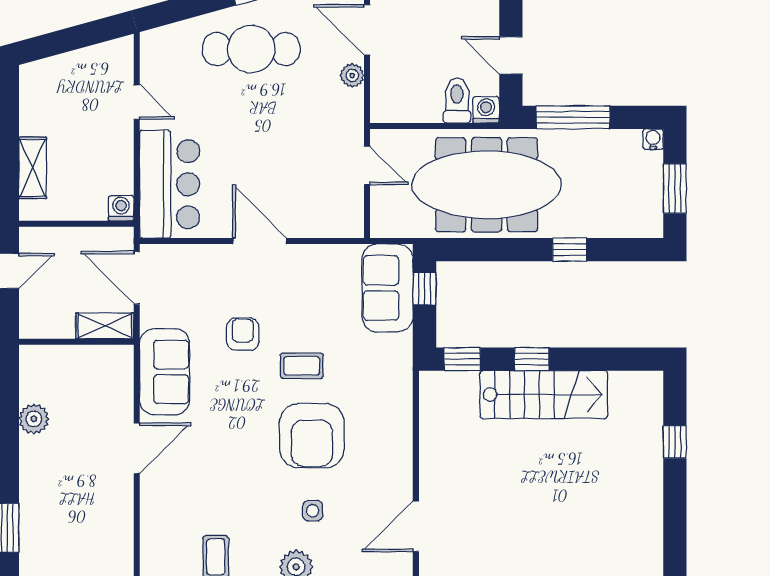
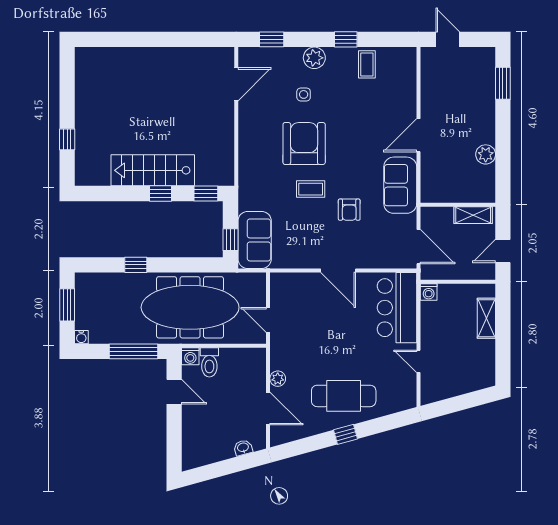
shelving: (105, 326) -> (473, 215), moved

